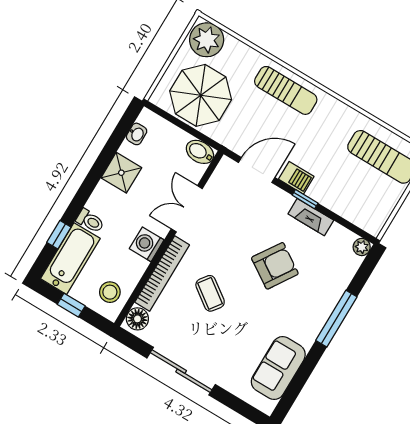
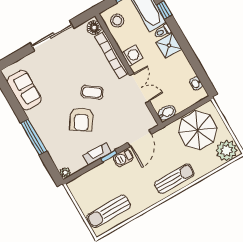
sun lounger: (286, 90) -> (174, 179), turned 180
shower: (121, 173) -> (169, 45), moved
coffee table: (210, 293) -> (92, 92), moved

